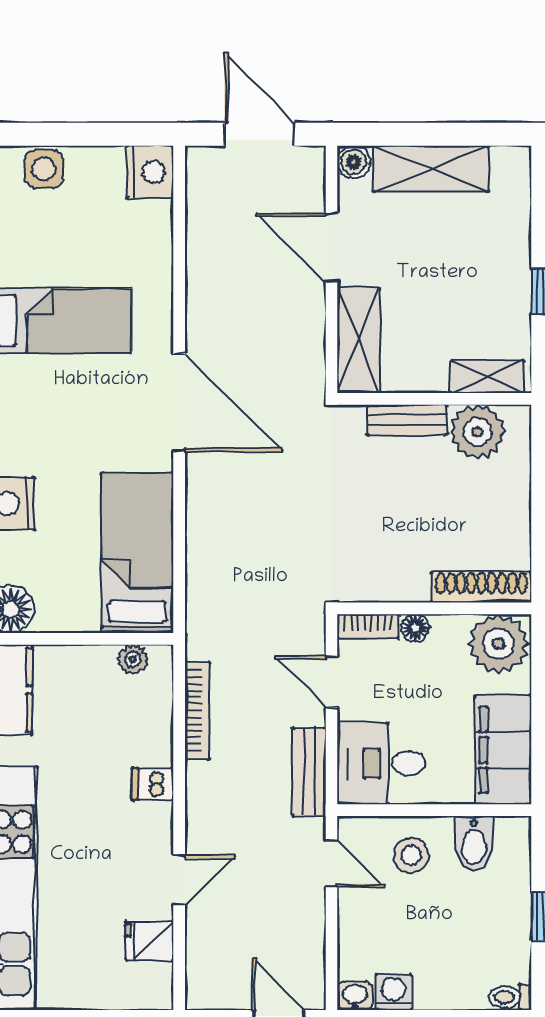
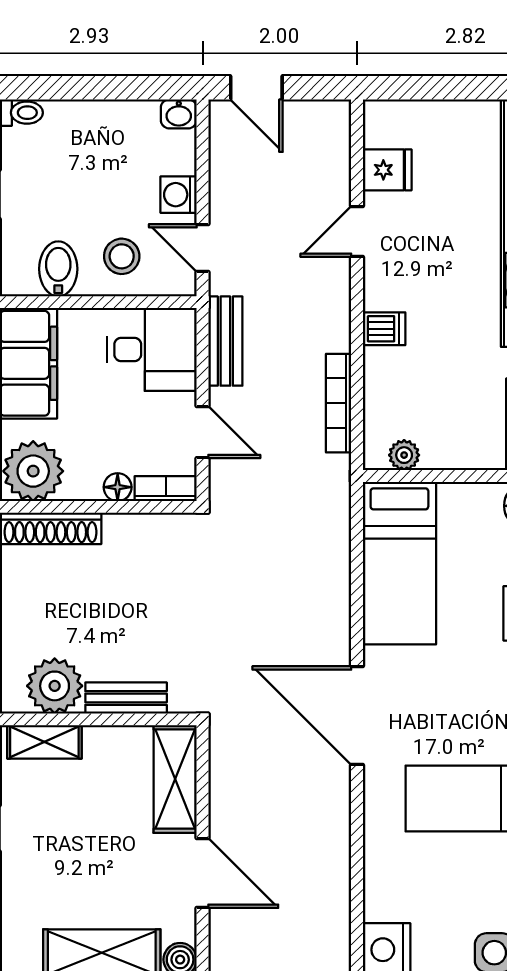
washing machine: (394, 992) -> (179, 195), moved, turned 90

